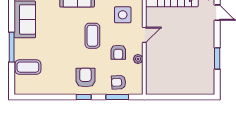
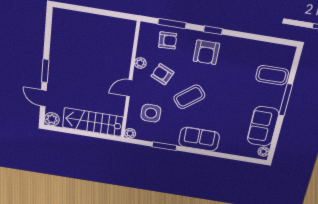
coffee table: (92, 36) -> (189, 97), turned 51
armchair: (118, 52) -> (162, 74), turned -65
window: (217, 58) -> (45, 71), moved

